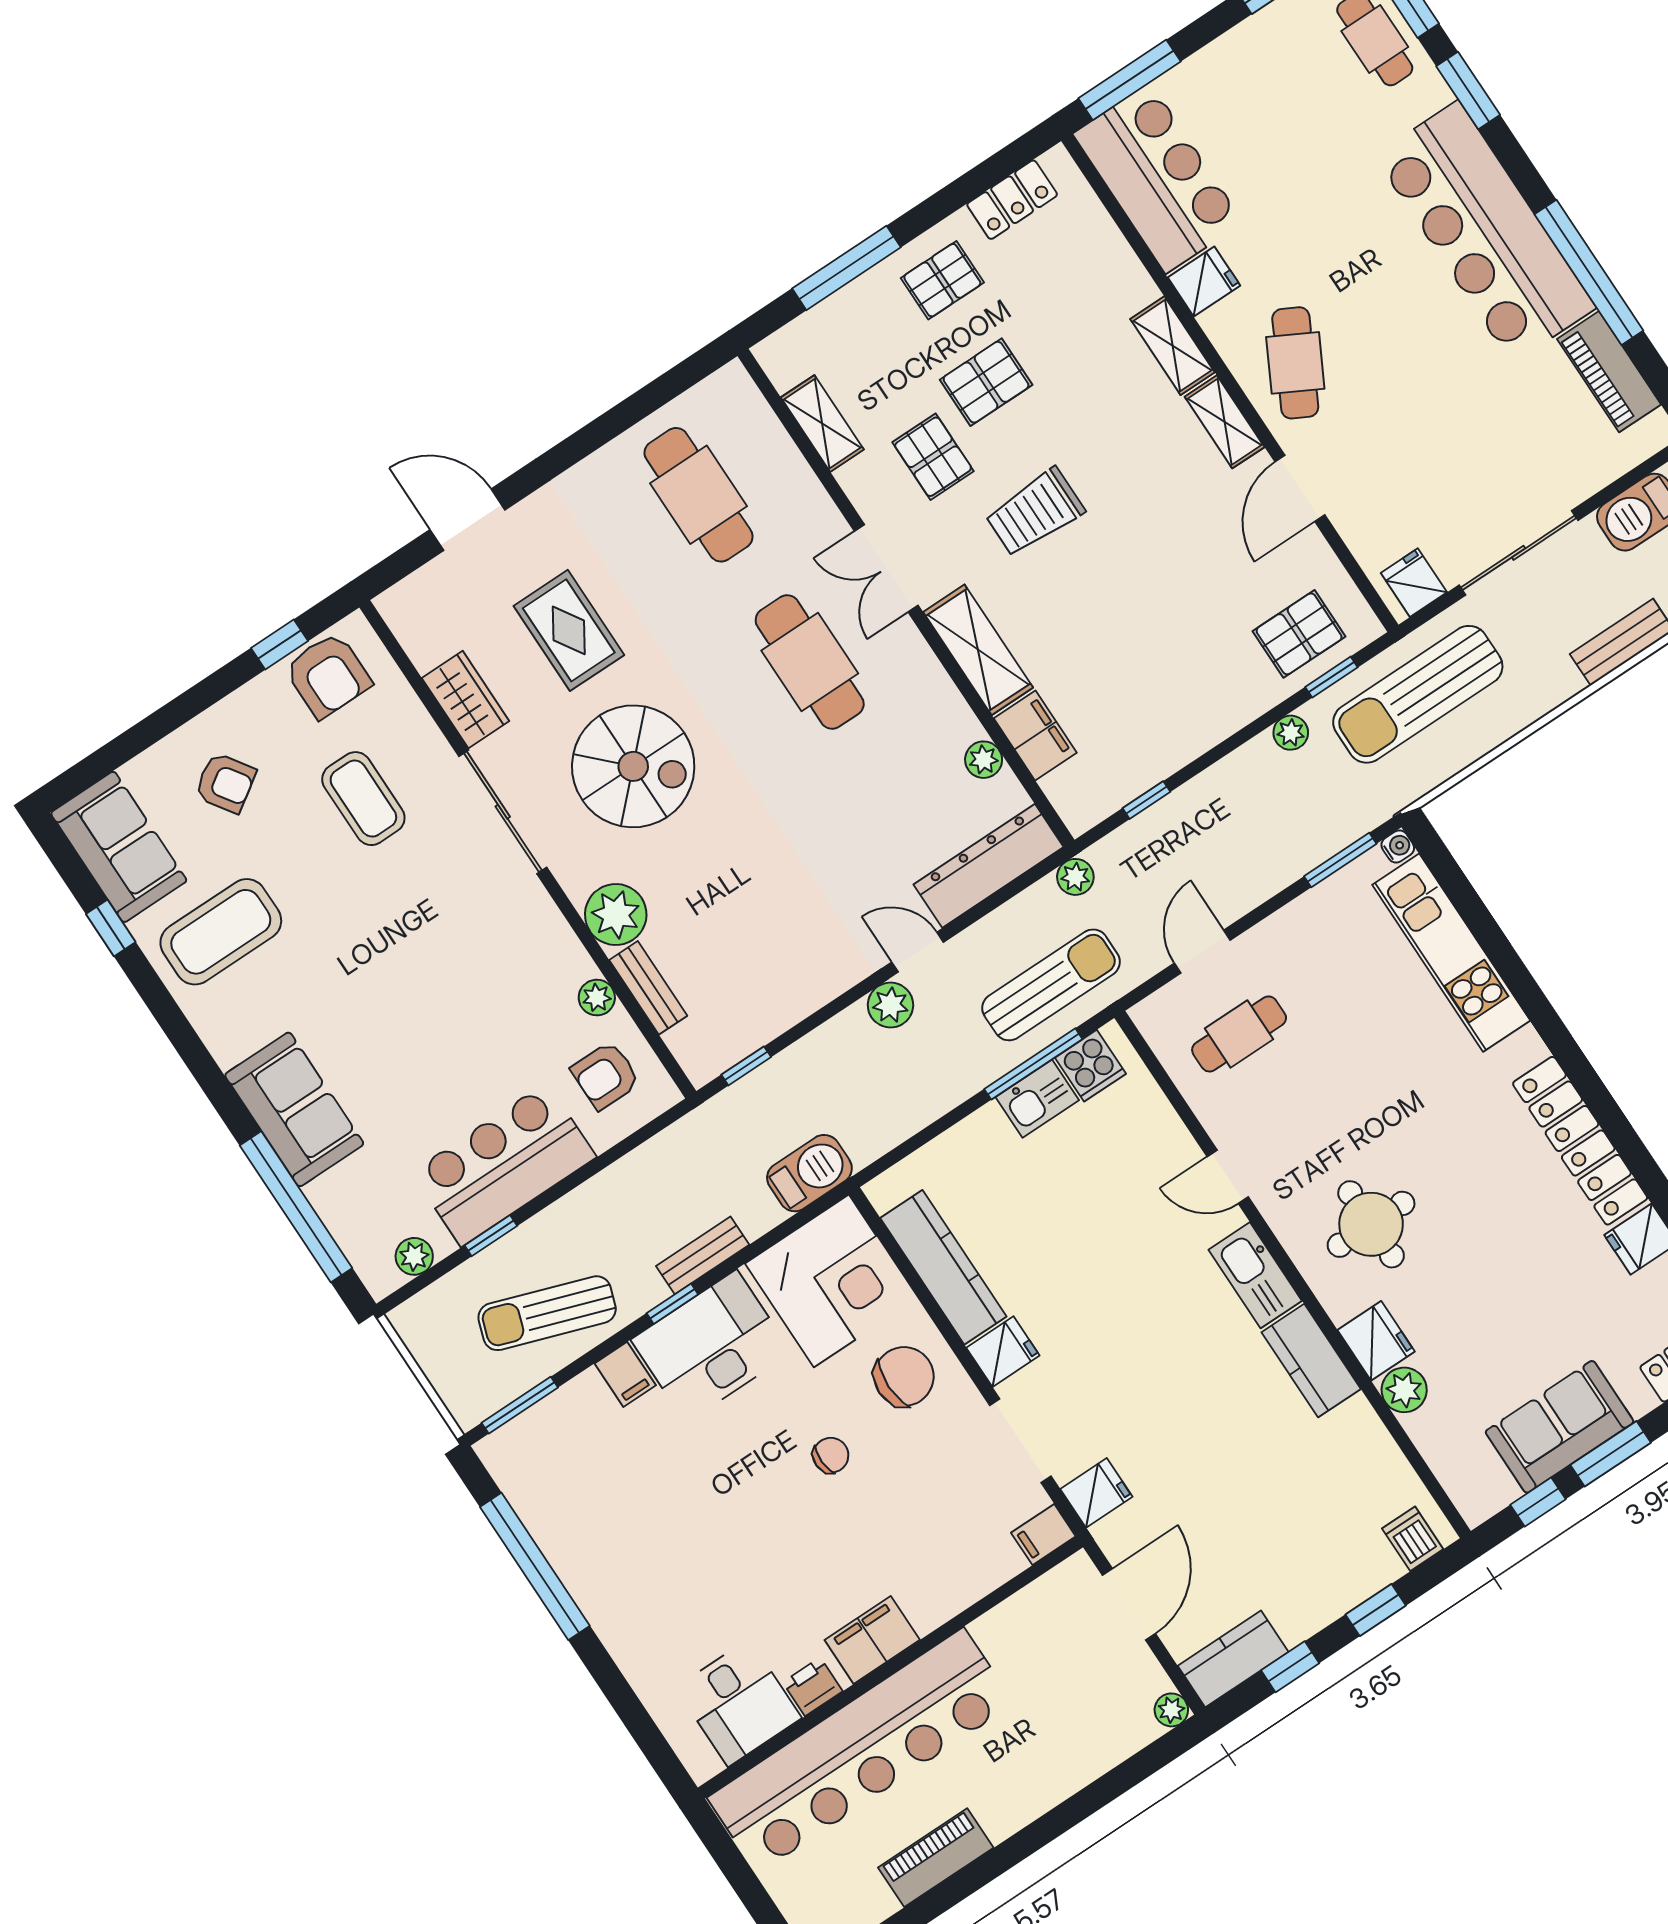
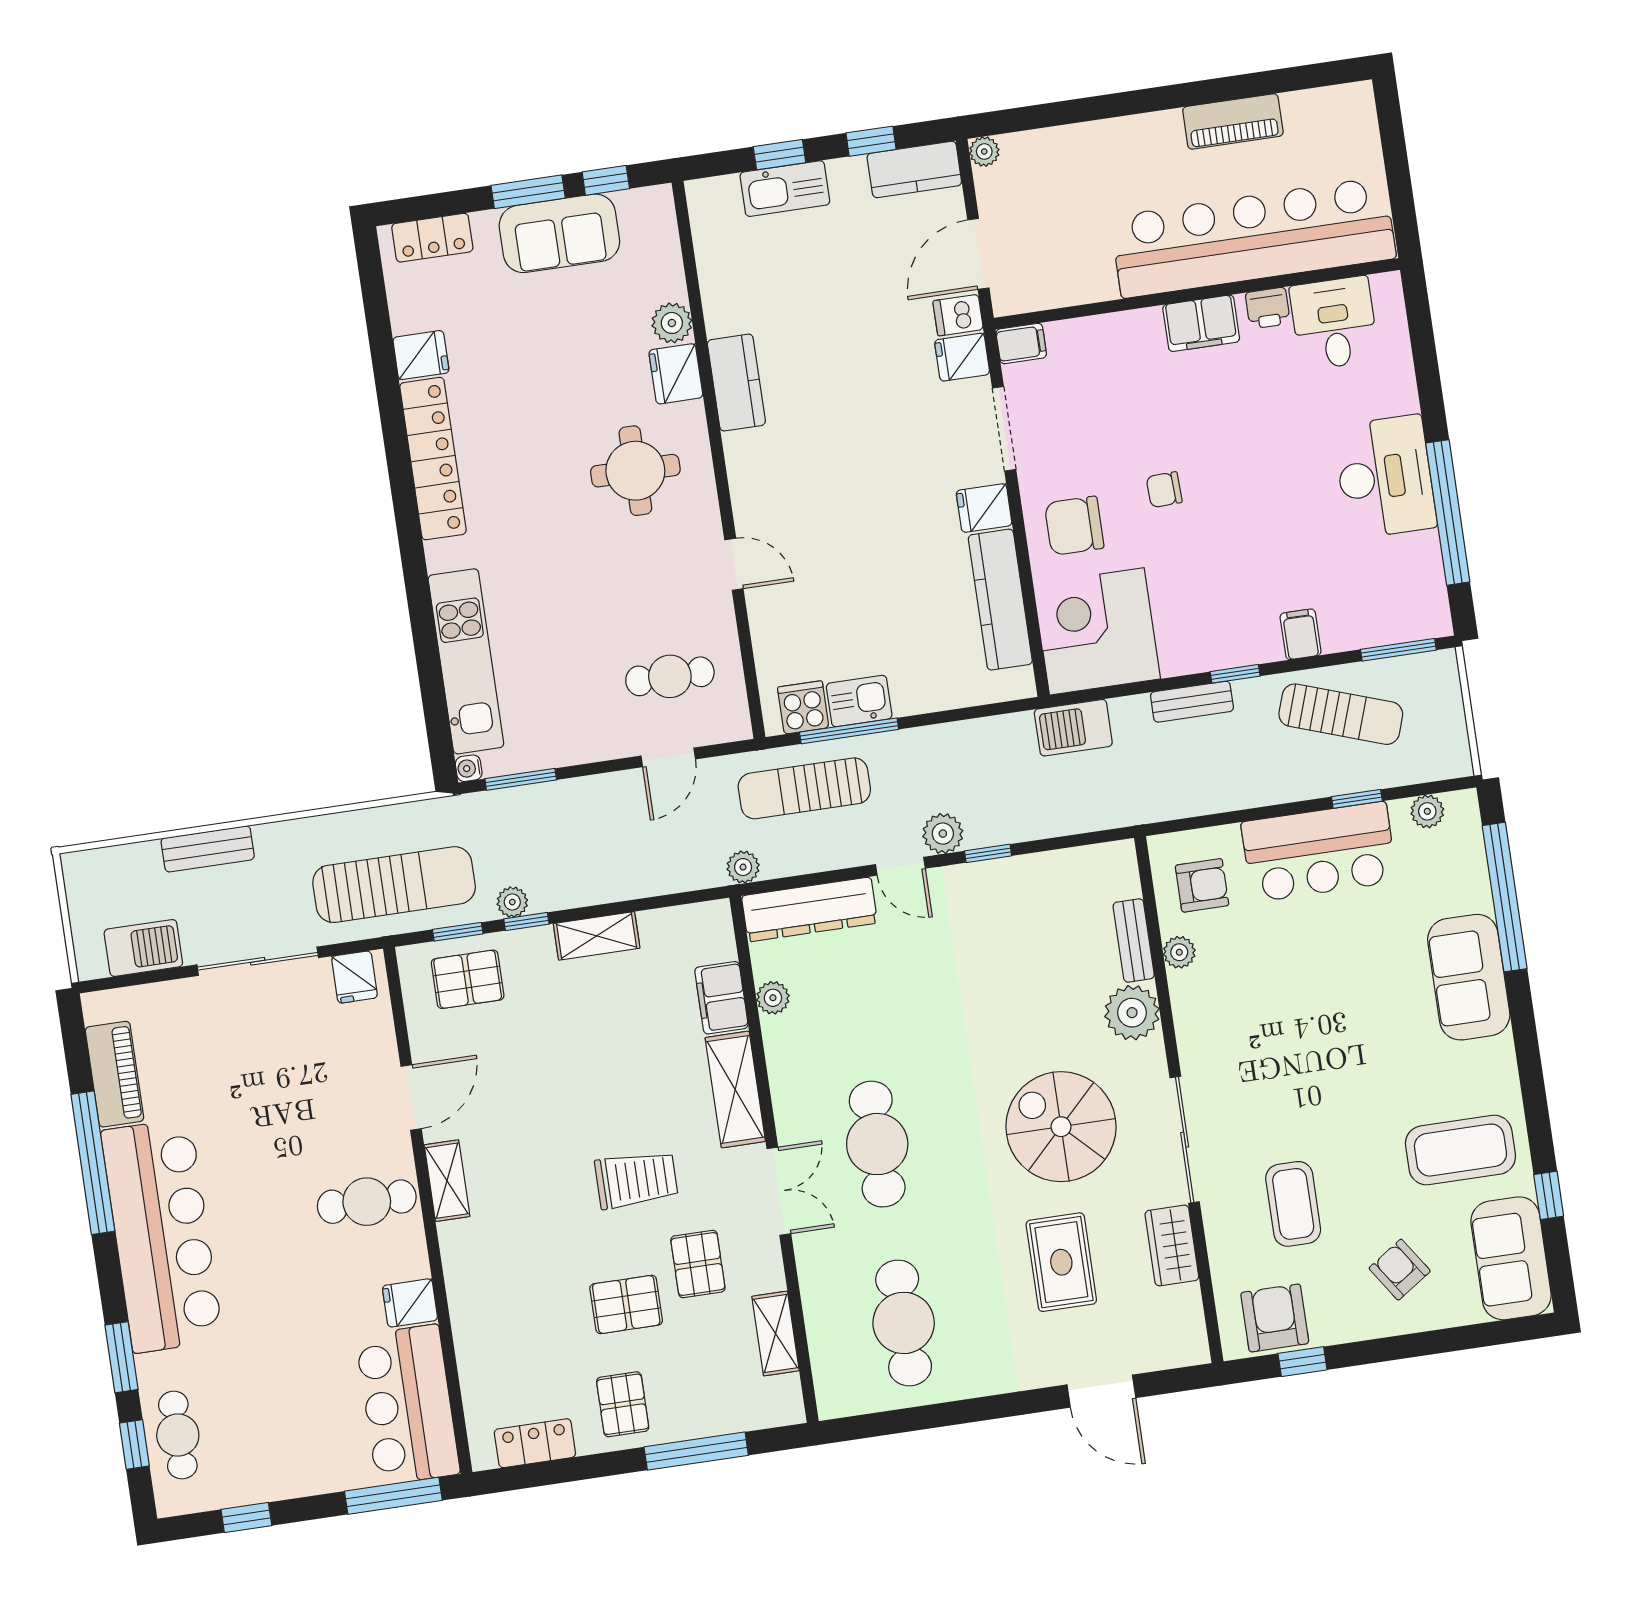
pallet: (942, 280) -> (623, 1404), turned 90
shelving: (1172, 346) -> (597, 936), moved, turned 90
cafe table: (1295, 363) -> (367, 1202), turned 62
window: (1146, 800) -> (526, 922), moved
window: (746, 1066) -> (988, 853), moved
kitchen sink: (1255, 1275) -> (785, 189), moved, turned 90
desk: (711, 1346) -> (1385, 477), moved, turned -90
dishwasher: (1413, 1539) -> (958, 315), moved, turned 90

